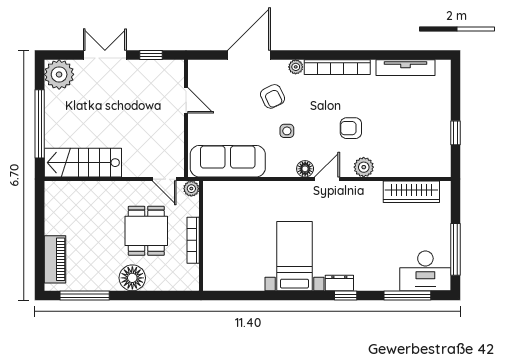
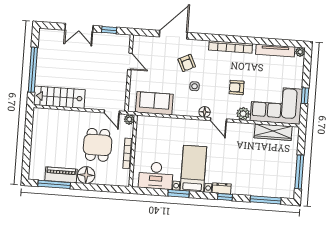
double door: (105, 55) -> (79, 28), swing flipped
plant: (296, 67) -> (300, 52), moved
plant: (59, 74) -> (48, 38), removed
corner sofa: (413, 150) -> (276, 105), added
sofa: (228, 161) -> (154, 103), width x0.73
door: (327, 179) -> (218, 120), swing flipped
piano: (55, 259) -> (61, 175), moved, turned -90
desk: (425, 271) -> (156, 176), moved
window: (275, 296) -> (179, 194), added

